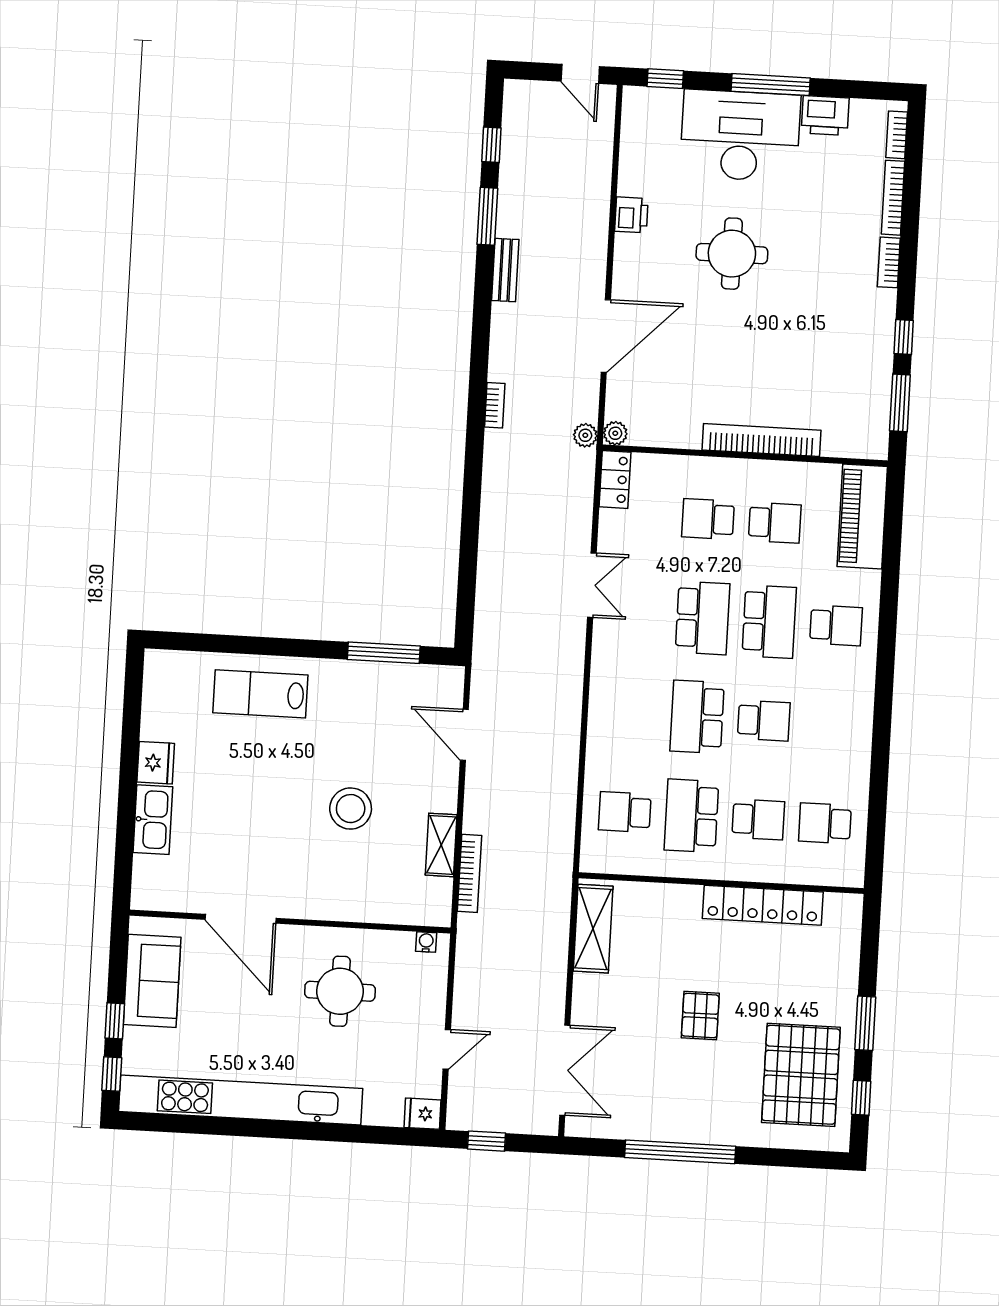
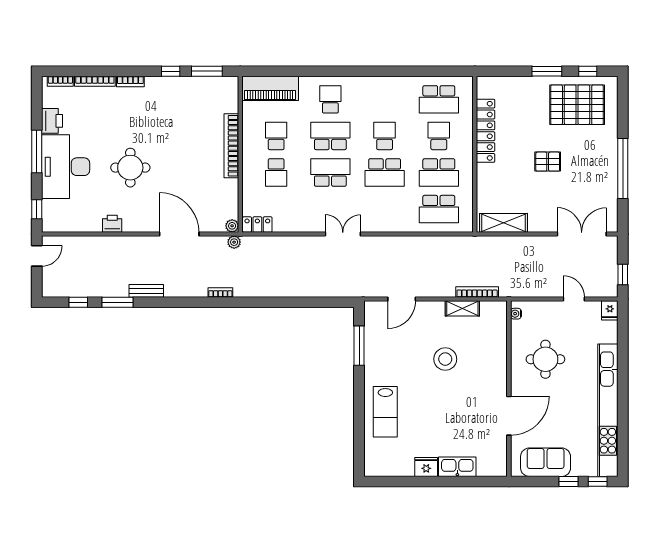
double door: (592, 585) -> (343, 234), moved
school desk: (625, 812) -> (439, 209), width x1.85
school desk: (825, 823) -> (439, 99), width x1.85

